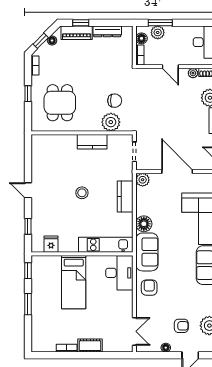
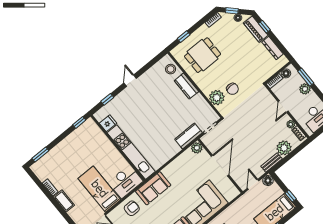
plant: (158, 32) -> (305, 89), moved
window: (28, 94) -> (184, 37), moved
kitchen counter: (92, 142) -> (186, 86), moved
stool: (82, 193) -> (171, 69), moved
kitchen counter: (125, 196) -> (189, 136), moved
floor lamp: (144, 224) -> (169, 172), removed
kitchen unit: (106, 245) -> (131, 152), width x1.36
bed: (74, 282) -> (99, 189), moved, turned 90
window: (28, 304) -> (40, 154), moved

